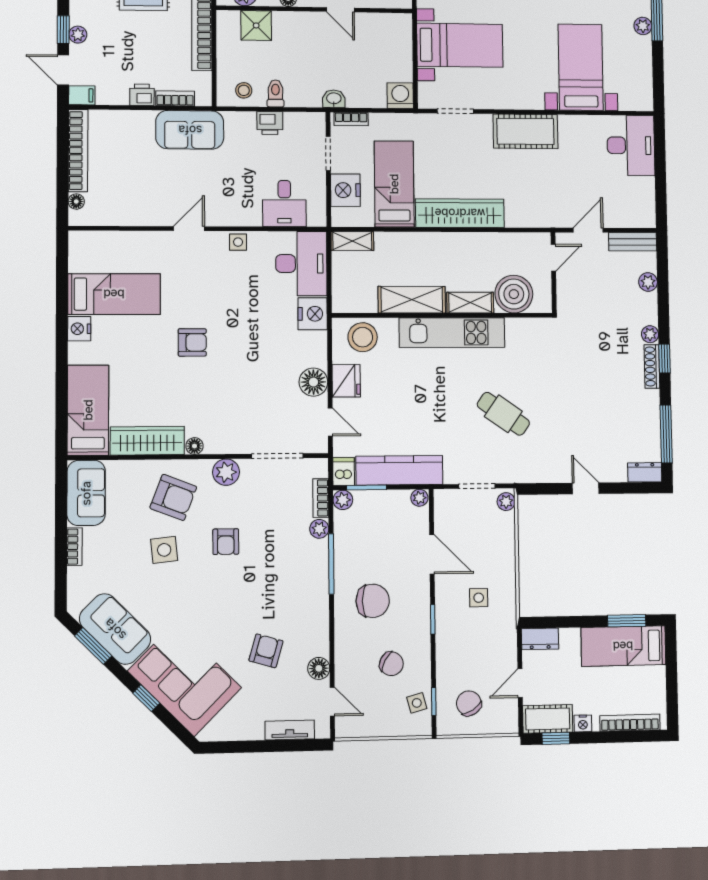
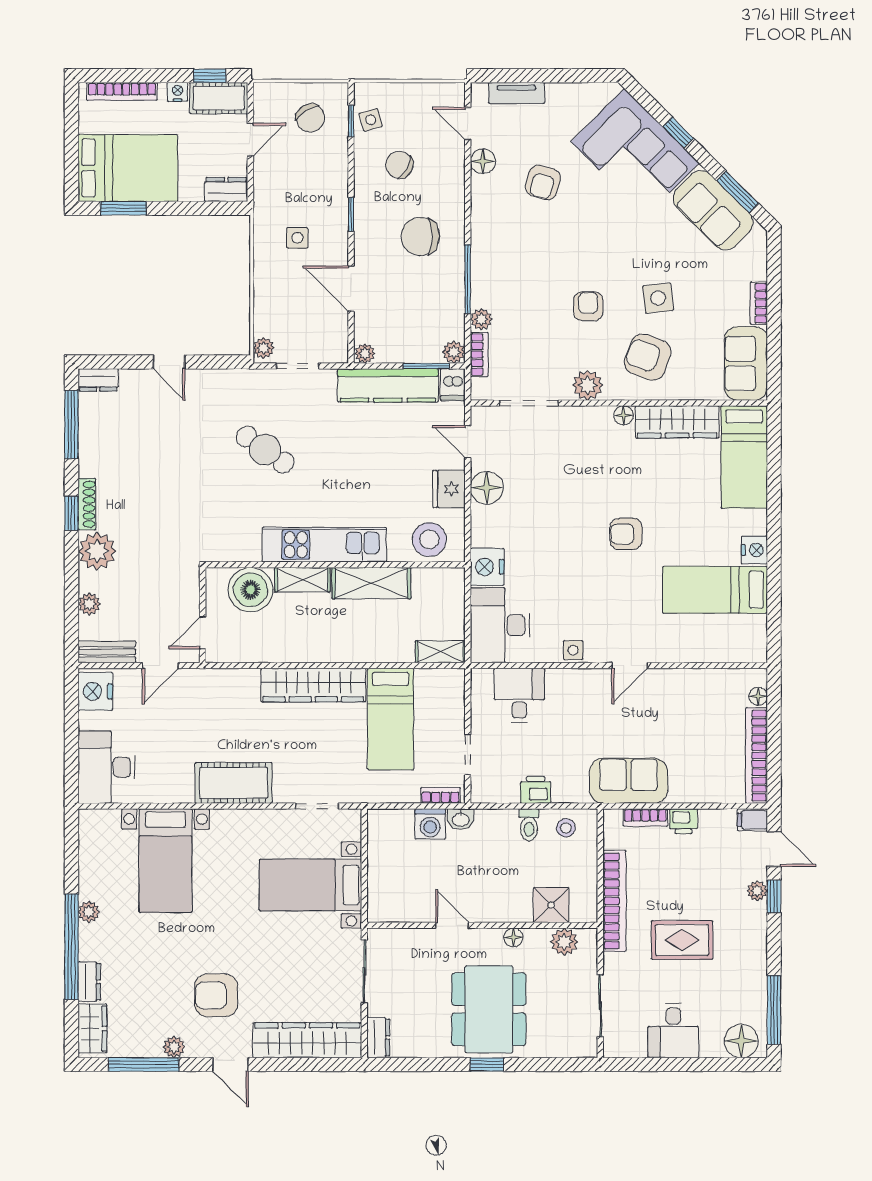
washing machine: (400, 96) -> (430, 824), moved
nightstand: (345, 190) -> (95, 691), moved, turned 180
plant: (650, 334) -> (97, 551), width x1.87, depth x1.87
bed: (623, 646) -> (128, 168), width x1.50

